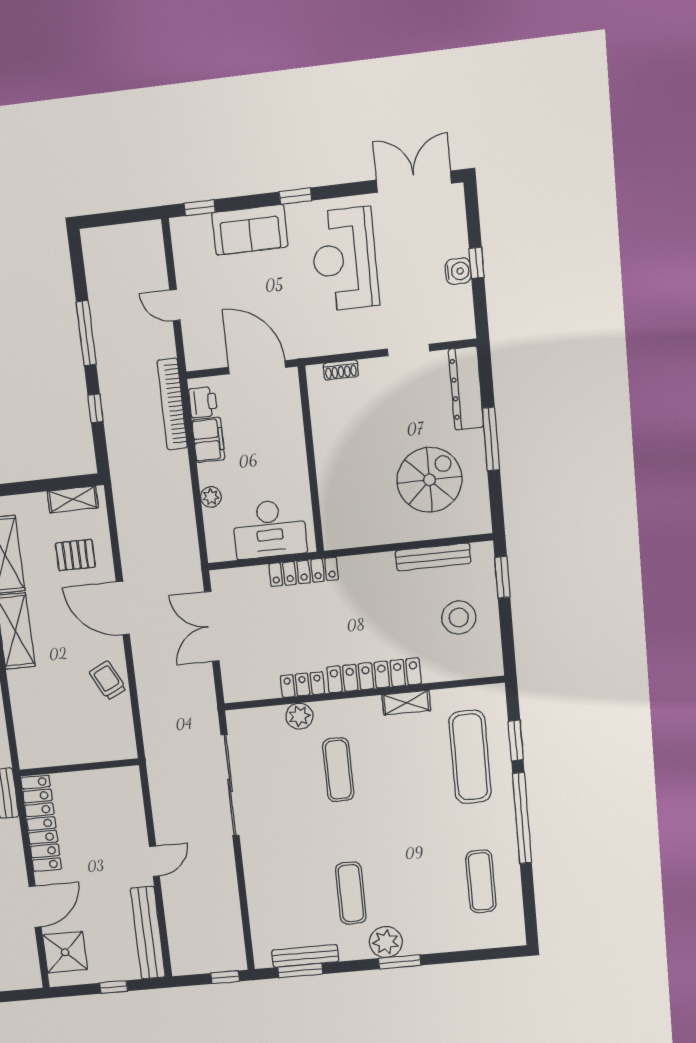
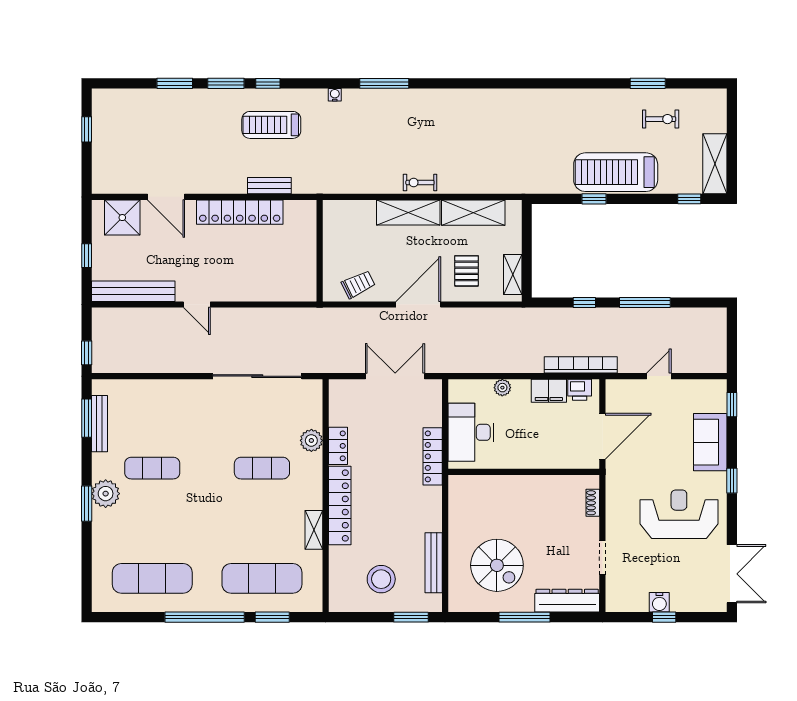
wall: (79, 767) -> (320, 251), moved
exercise mat: (481, 881) -> (152, 578), width x1.36, depth x1.45

